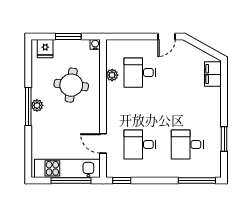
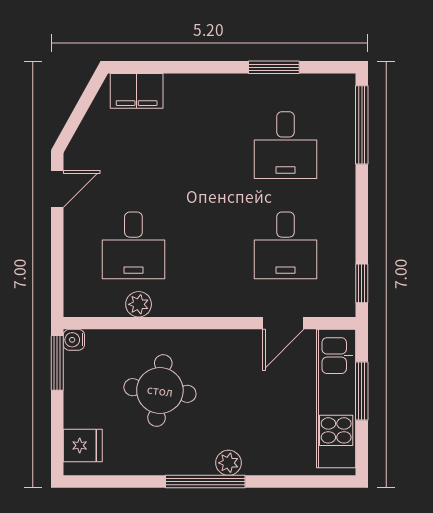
window: (68, 37) -> (57, 363), moved
door: (166, 37) -> (57, 189), hinge flipped
plant: (37, 105) -> (228, 463), moved
window: (71, 181) -> (362, 391), width x0.69

